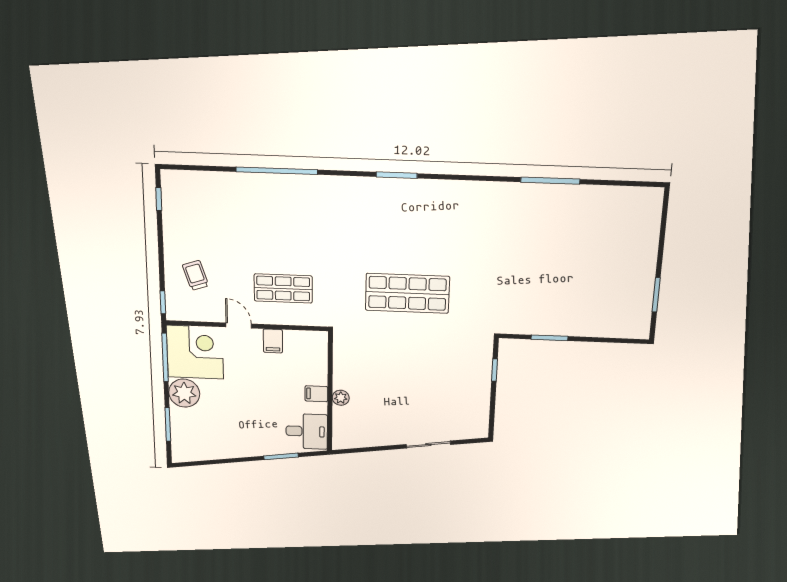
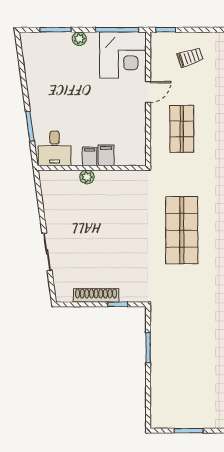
filing cabinet: (273, 341) -> (106, 155), moved, turned 90
plant: (184, 393) -> (79, 39), width x0.53, depth x0.53
shoe rack: (482, 393) -> (96, 295), added

